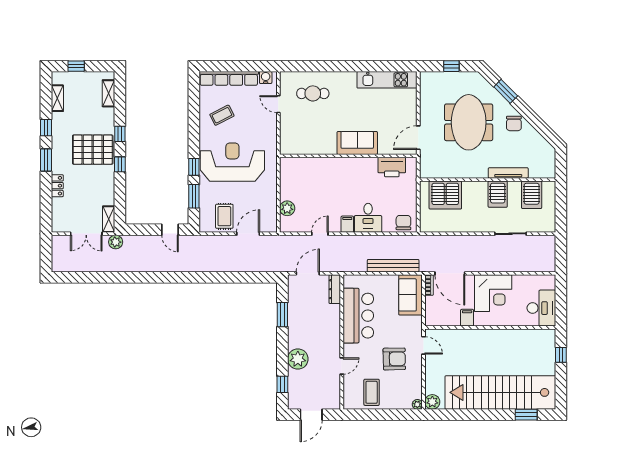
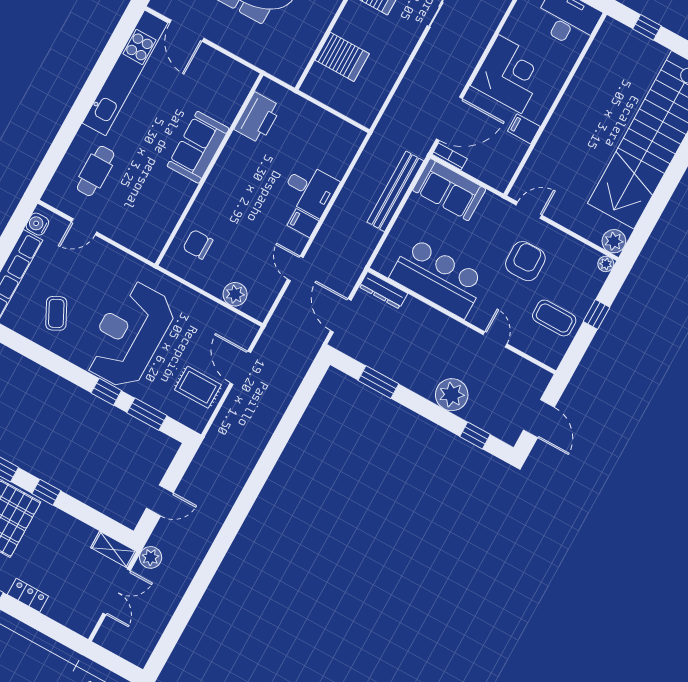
kitchen unit: (387, 80) -> (125, 73), width x1.36
door: (418, 138) -> (187, 31), moved
server rack: (445, 195) -> (342, 57), width x0.63
chair: (403, 223) -> (198, 244), moved
door: (170, 230) -> (160, 500), moved
window: (387, 415) -> (597, 314), added

